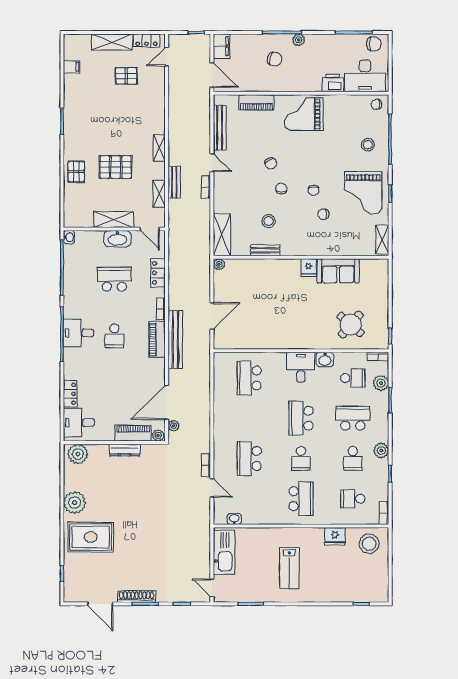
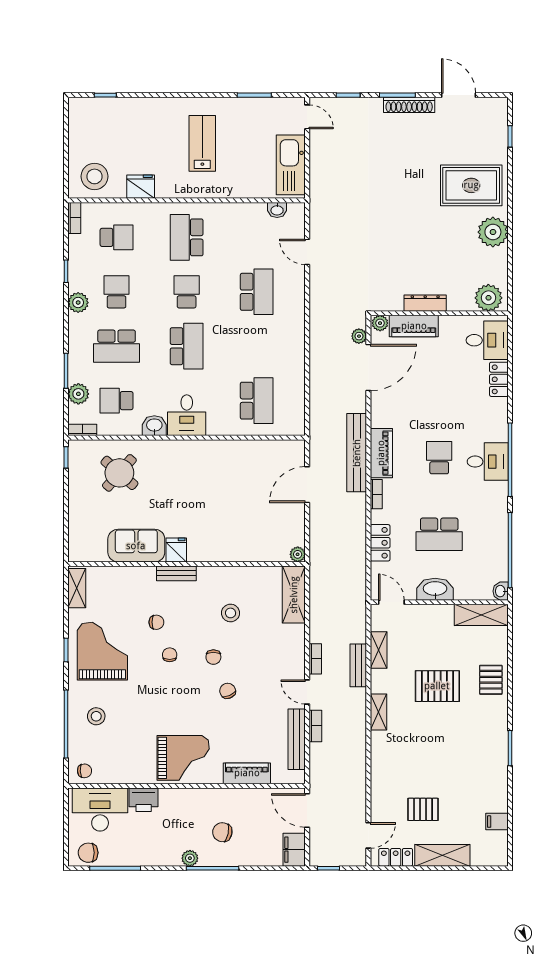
shelving: (114, 220) -> (481, 615), moved
bench: (265, 250) -> (176, 573), moved
bookcase: (206, 465) -> (315, 726), moved

